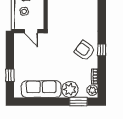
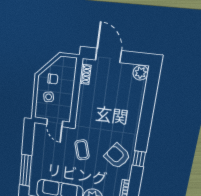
coffee table: (56, 50) -> (82, 150), added
window: (10, 75) -> (26, 170), width x2.17

